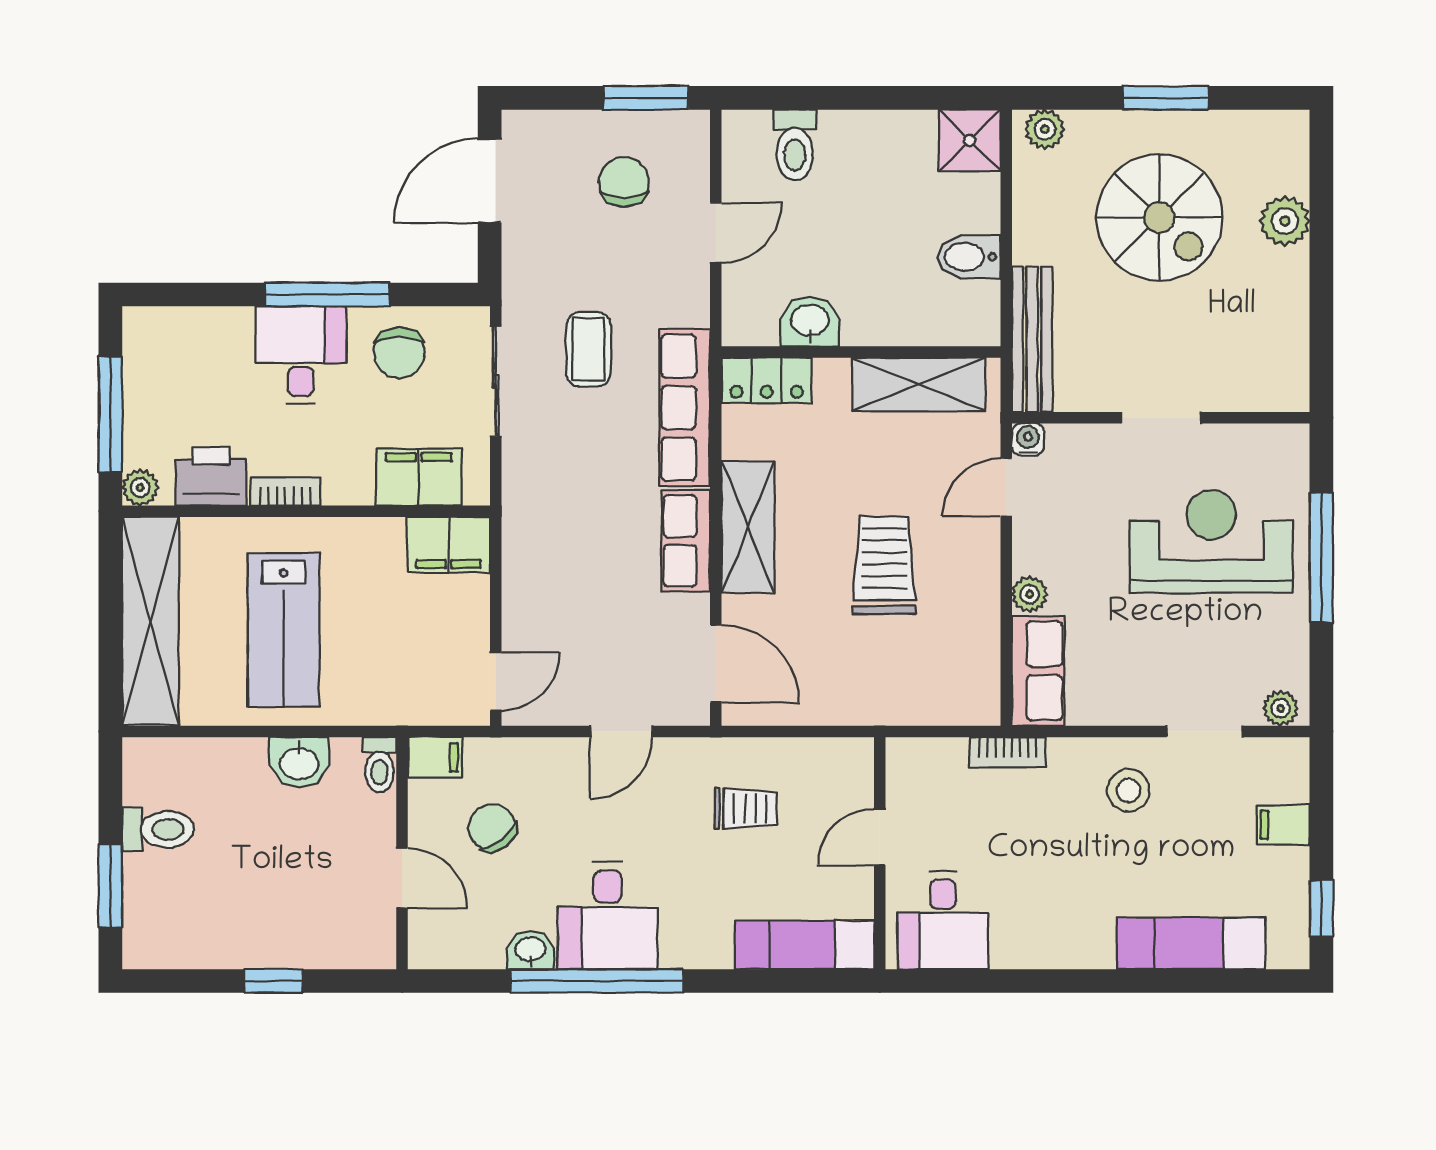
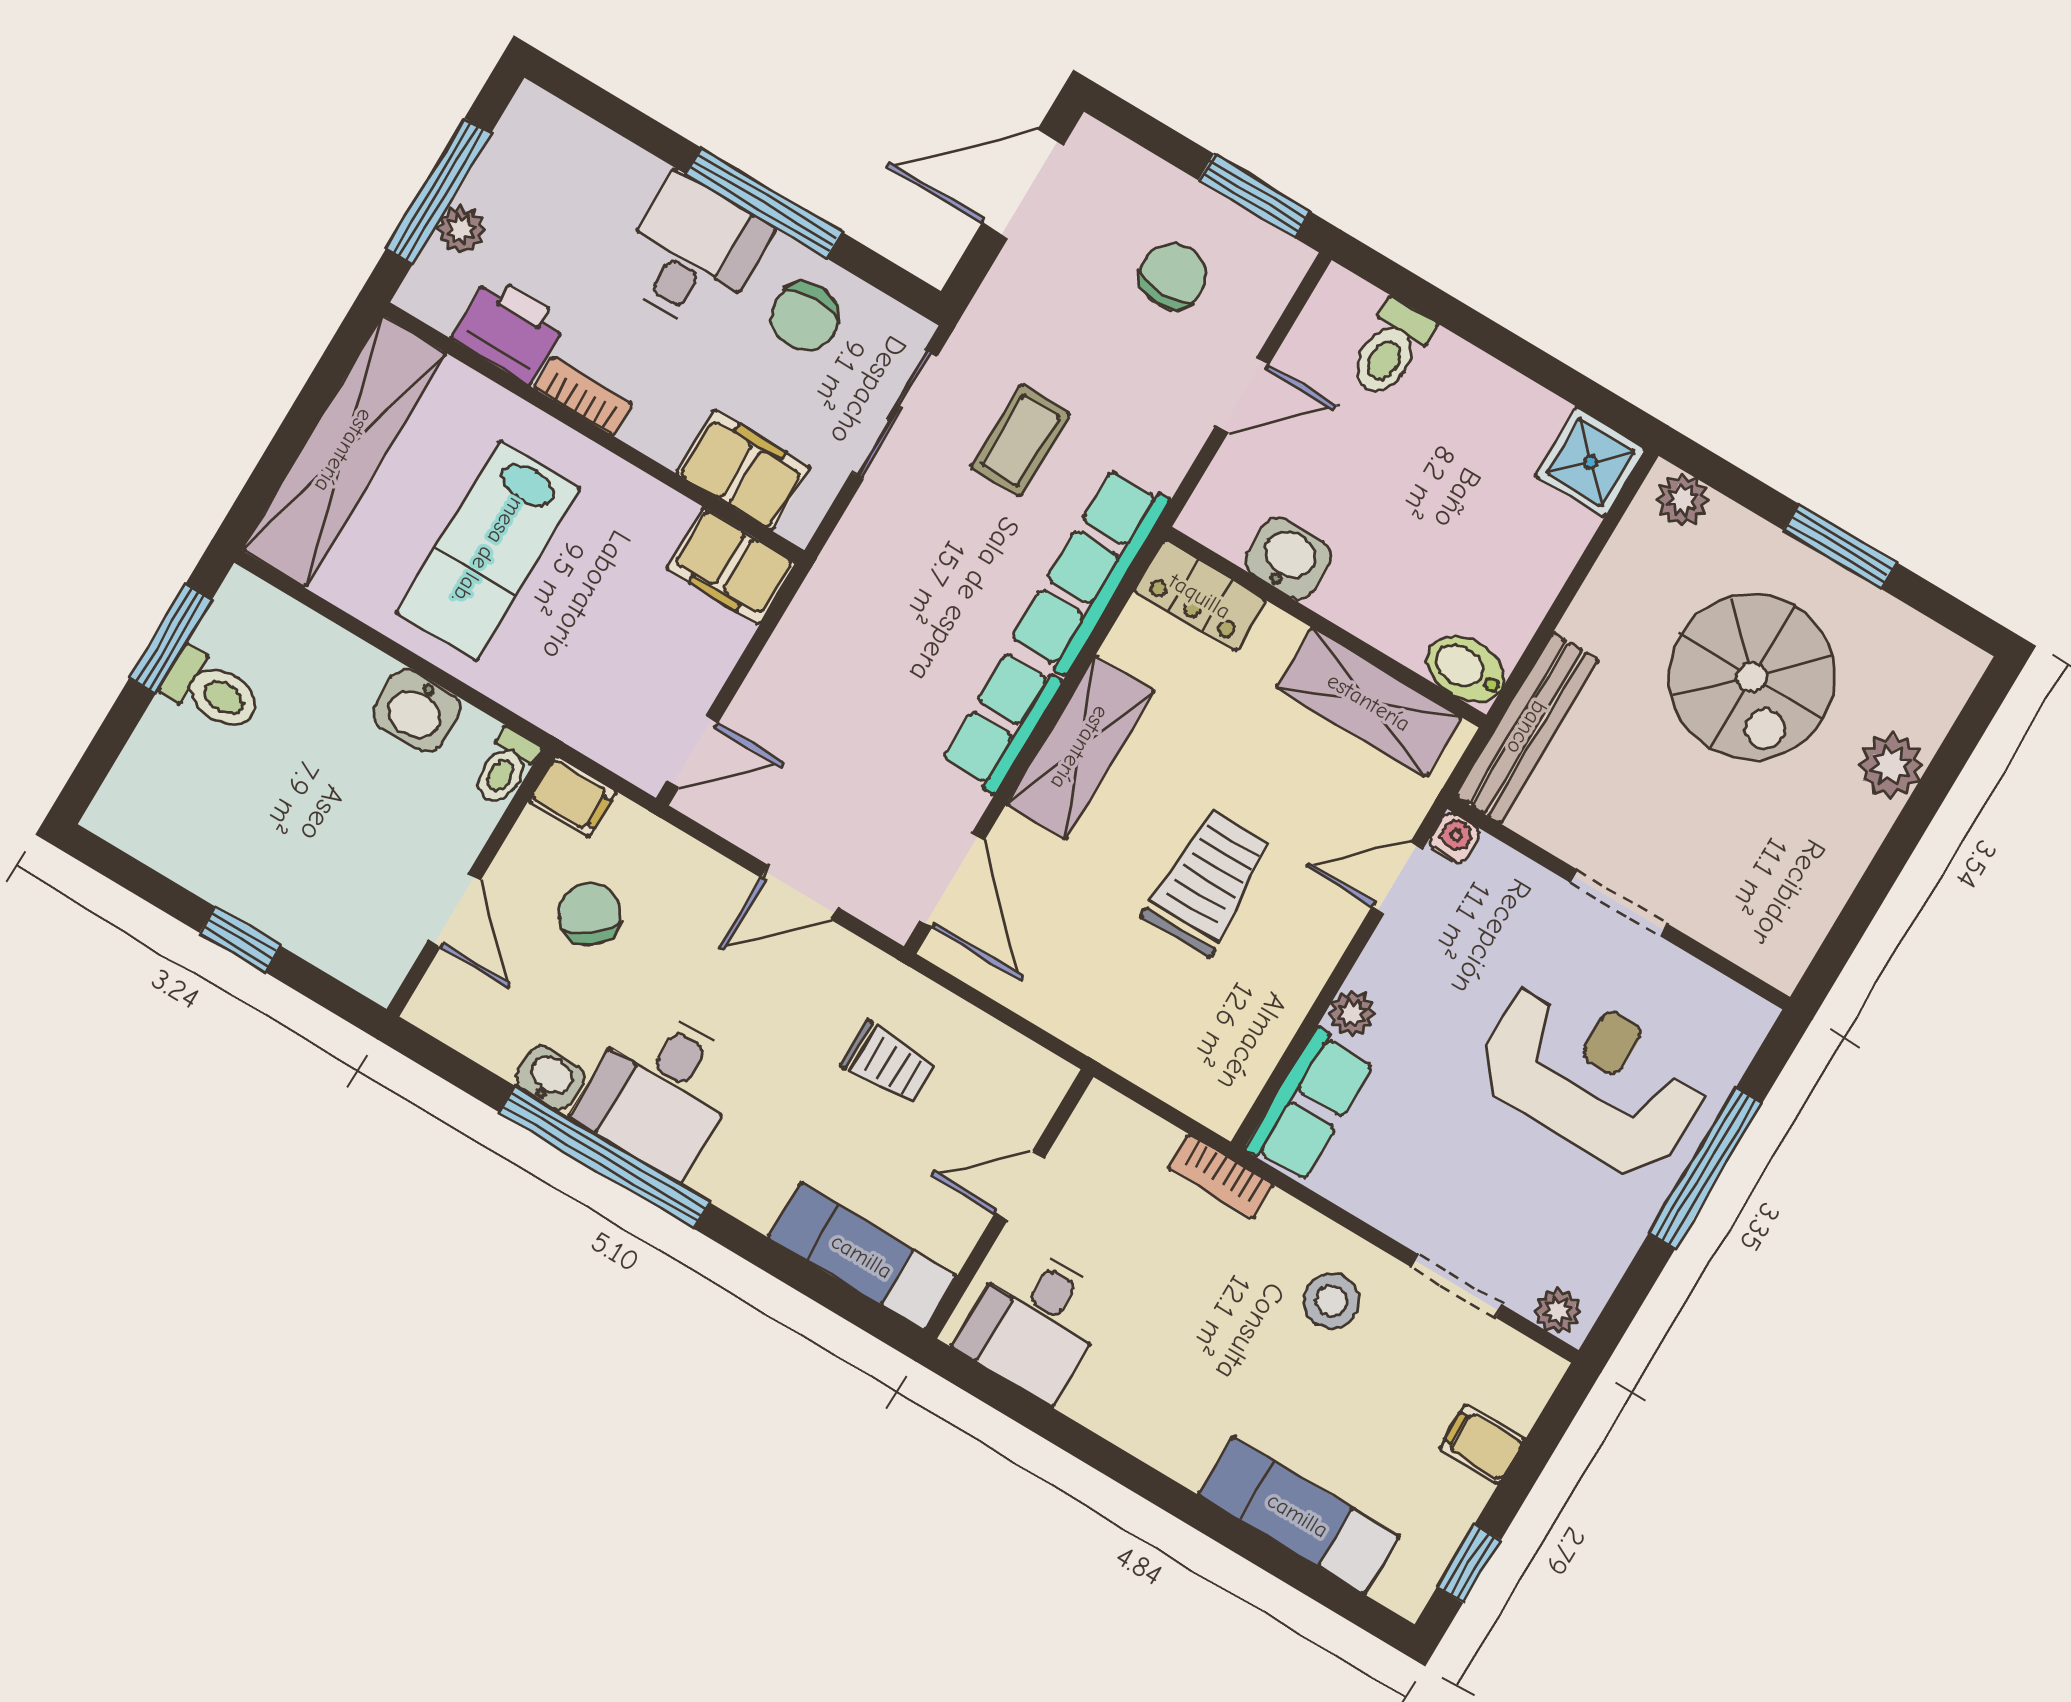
bidet: (969, 257) -> (1465, 669), moved
plant: (140, 488) -> (461, 230), moved
window: (110, 886) -> (170, 640), moved

